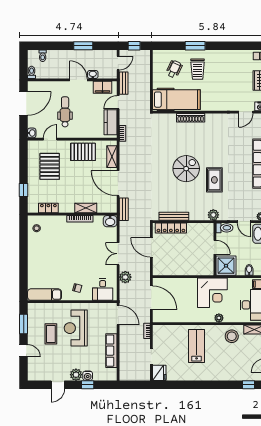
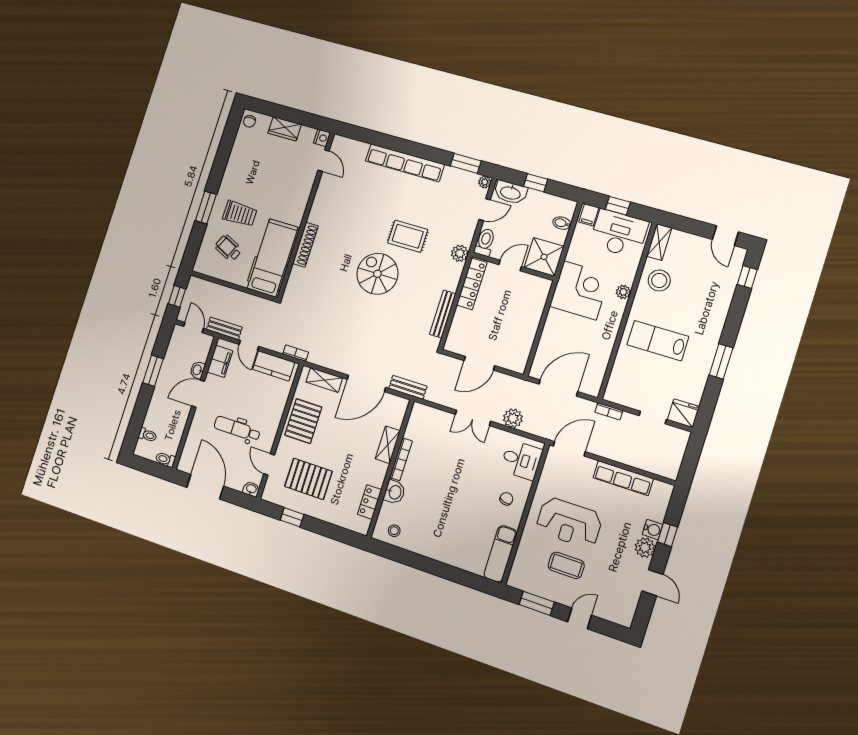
window: (24, 190) -> (292, 517), moved
washbasin: (110, 221) -> (395, 492), moved
locker: (171, 228) -> (472, 284), moved
window: (196, 385) -> (721, 361), added

